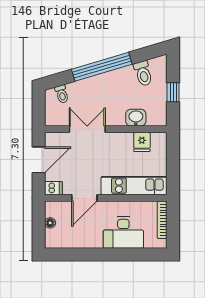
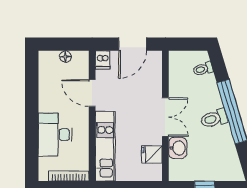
toilet: (143, 73) -> (214, 119), moved
double door: (87, 129) -> (165, 117), moved
door: (39, 160) -> (133, 44), hinge flipped

